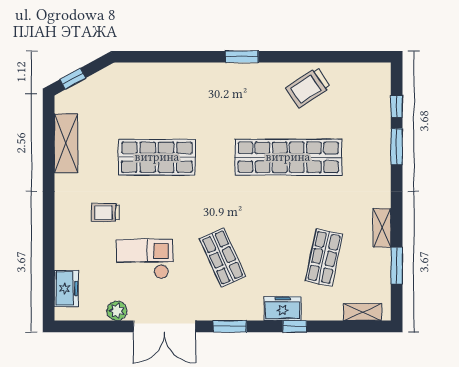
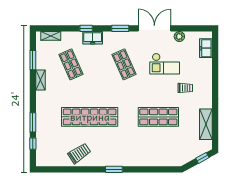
shop shelf: (324, 258) -> (71, 64), turned -36

